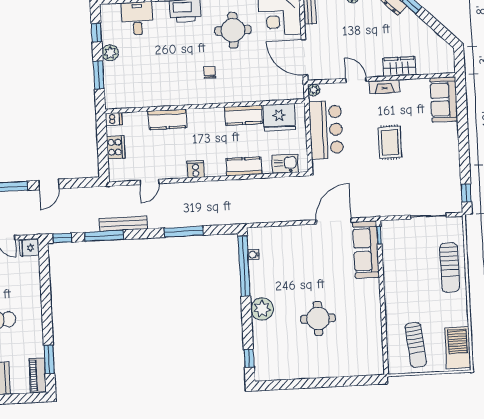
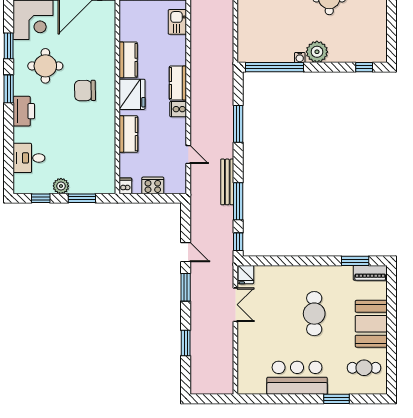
chair: (210, 72) -> (85, 91), width x1.87, depth x1.87
fridge: (279, 117) -> (132, 94), moved
kitchen counter: (244, 166) -> (178, 83), moved
water cooler: (253, 255) -> (300, 57), moved

